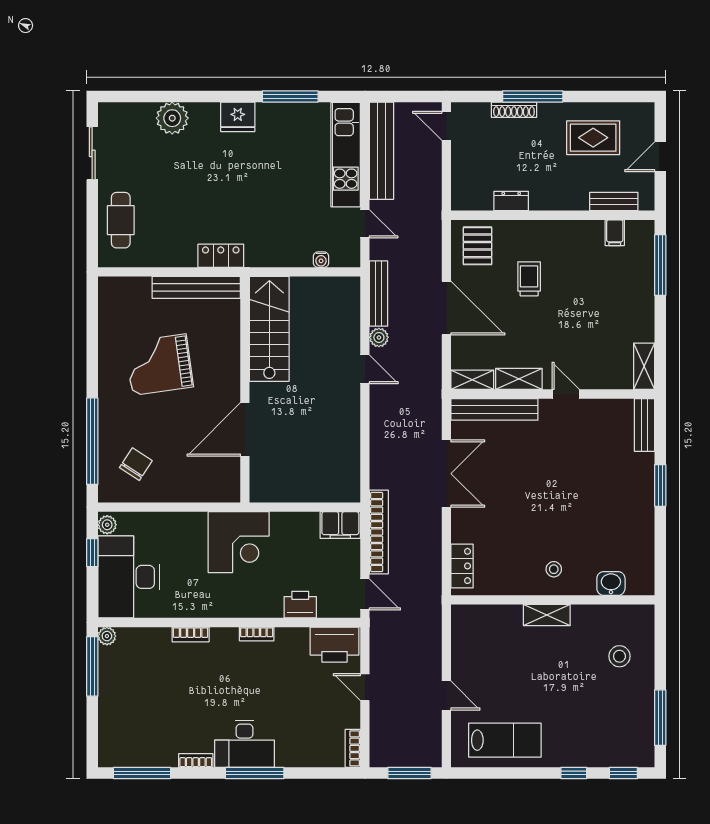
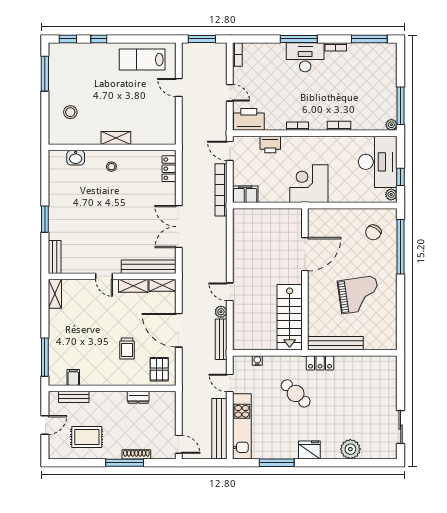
cafe table: (121, 220) -> (296, 393), moved, turned -47

